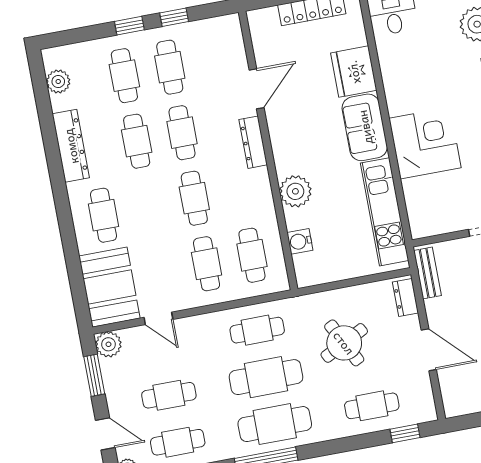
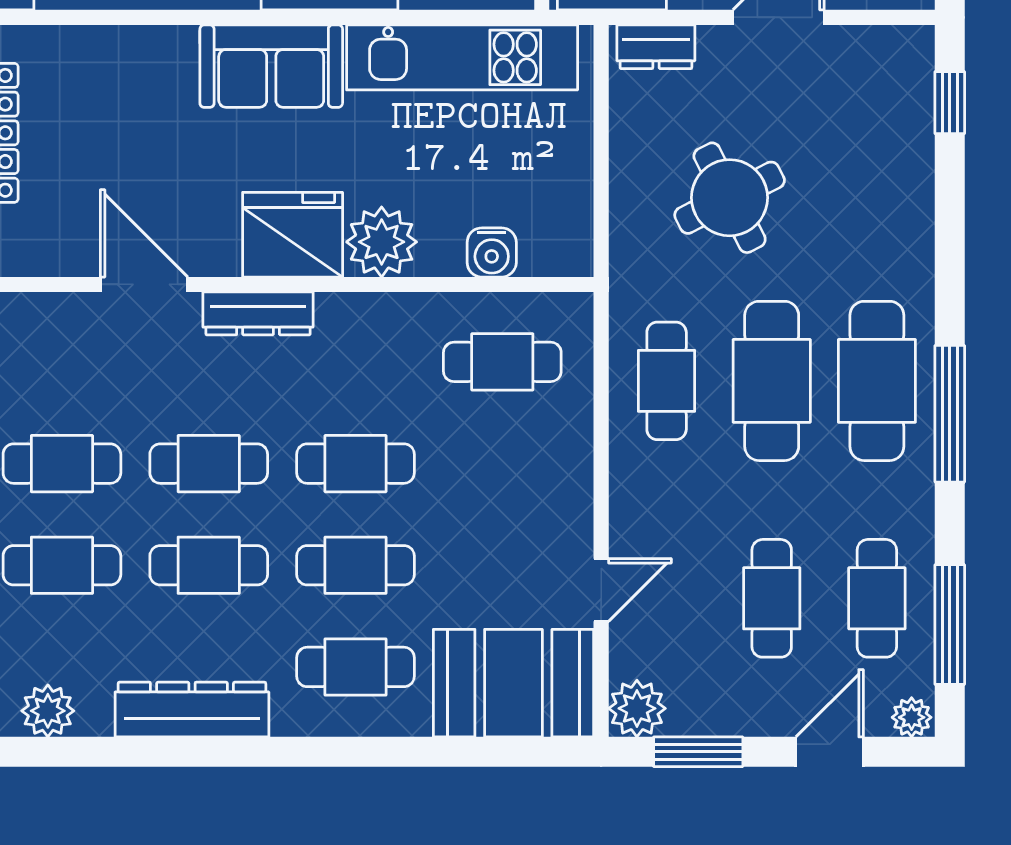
fridge: (354, 72) -> (293, 235), moved, turned 180
cafe table: (207, 264) -> (356, 565), moved
cafe table: (372, 406) -> (877, 163), removed

